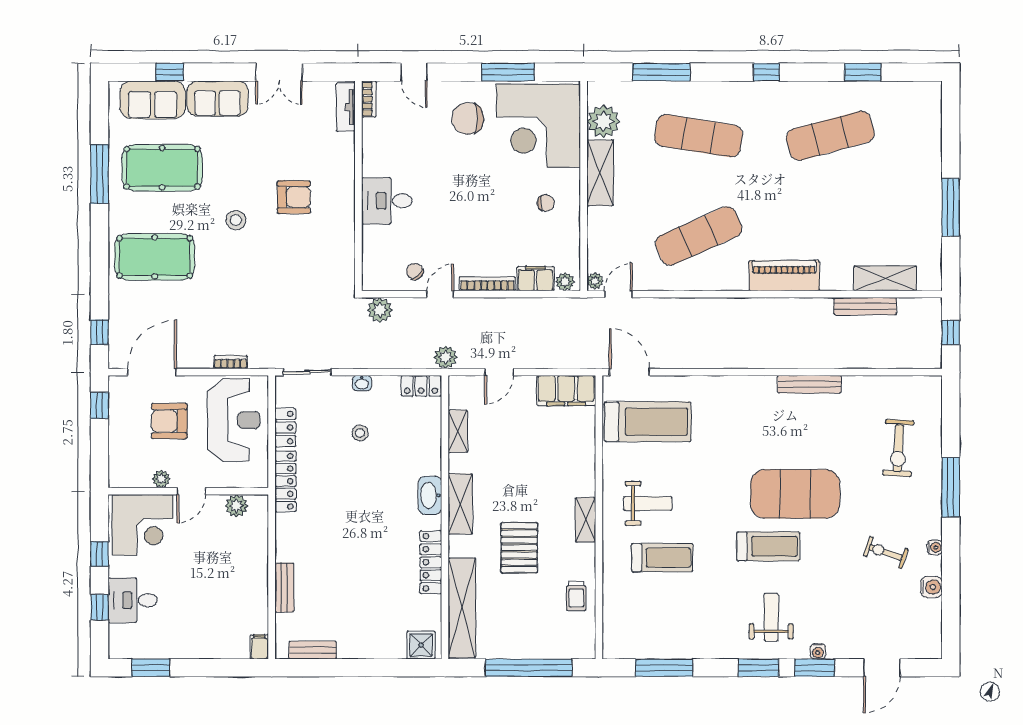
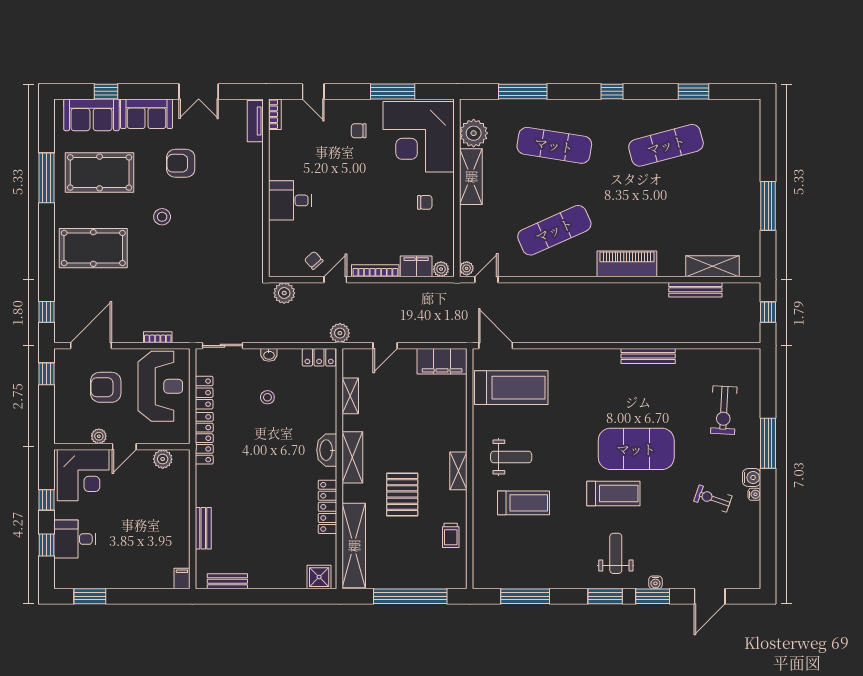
chair: (468, 119) -> (359, 131), width x0.54, depth x0.54
armchair: (294, 197) -> (181, 163), moved, turned 180
water cooler: (931, 587) -> (752, 478), moved

